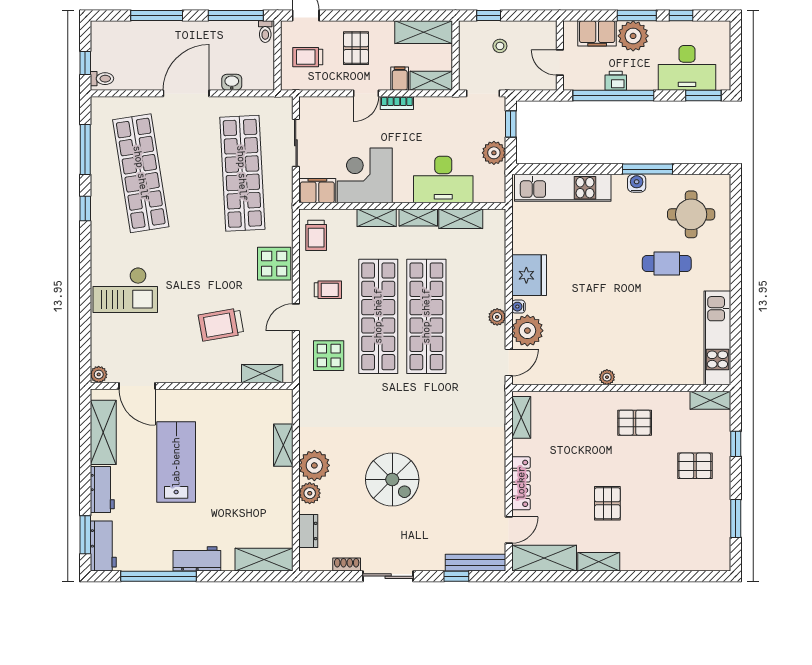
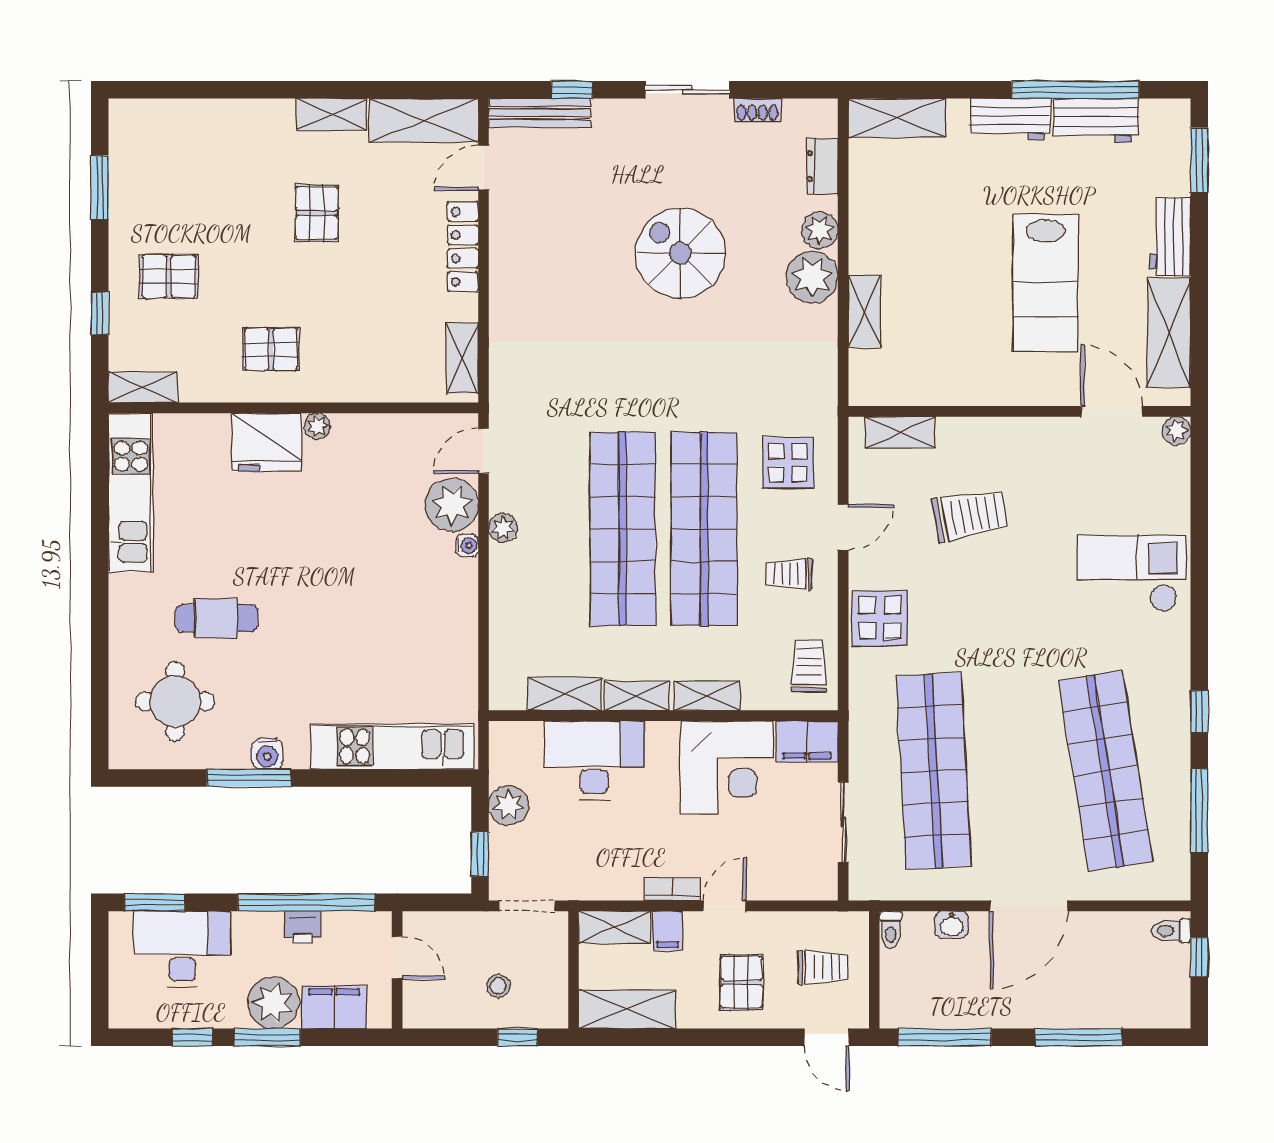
toilet: (265, 32) -> (891, 929), moved, turned 180
fridge: (529, 275) -> (267, 442), moved, turned -90
workbench: (103, 546) -> (1096, 120), moved, turned -90

